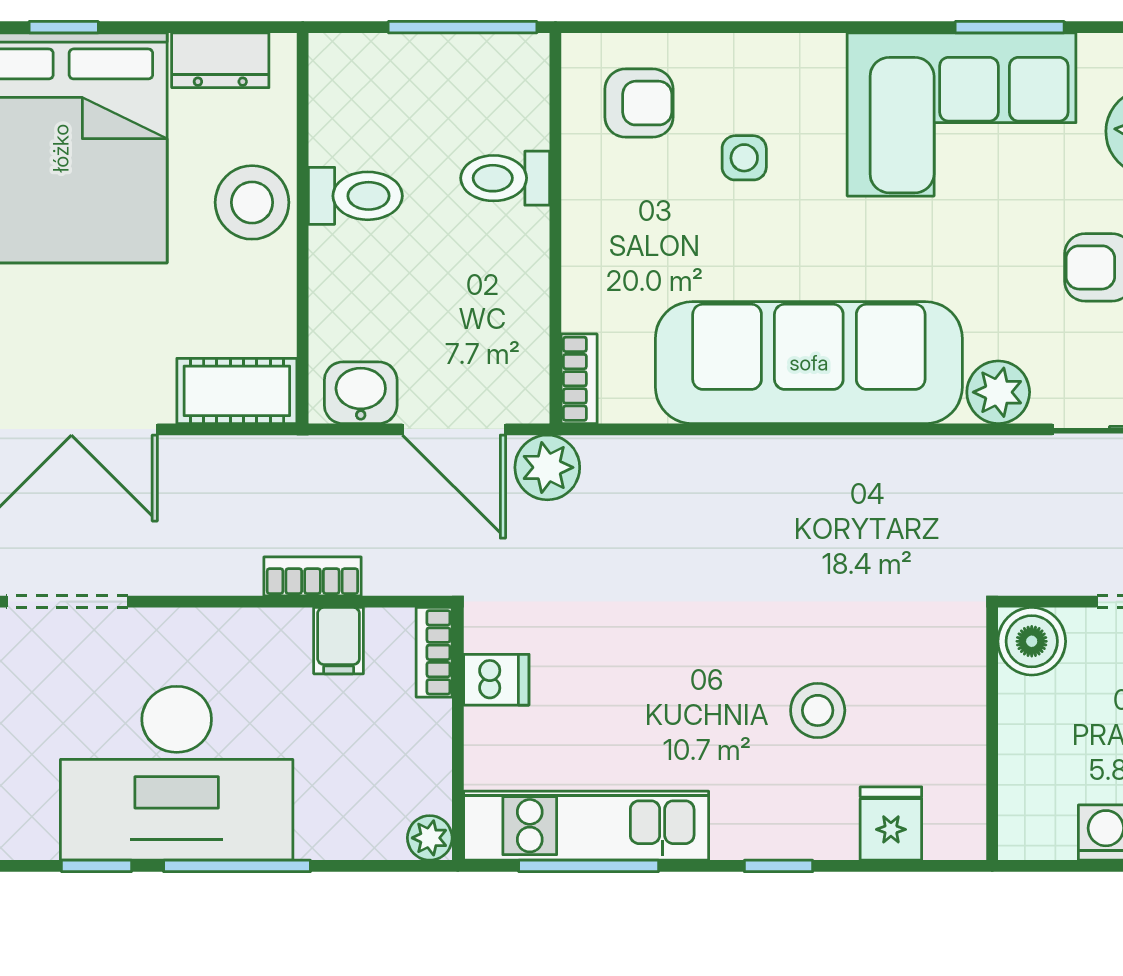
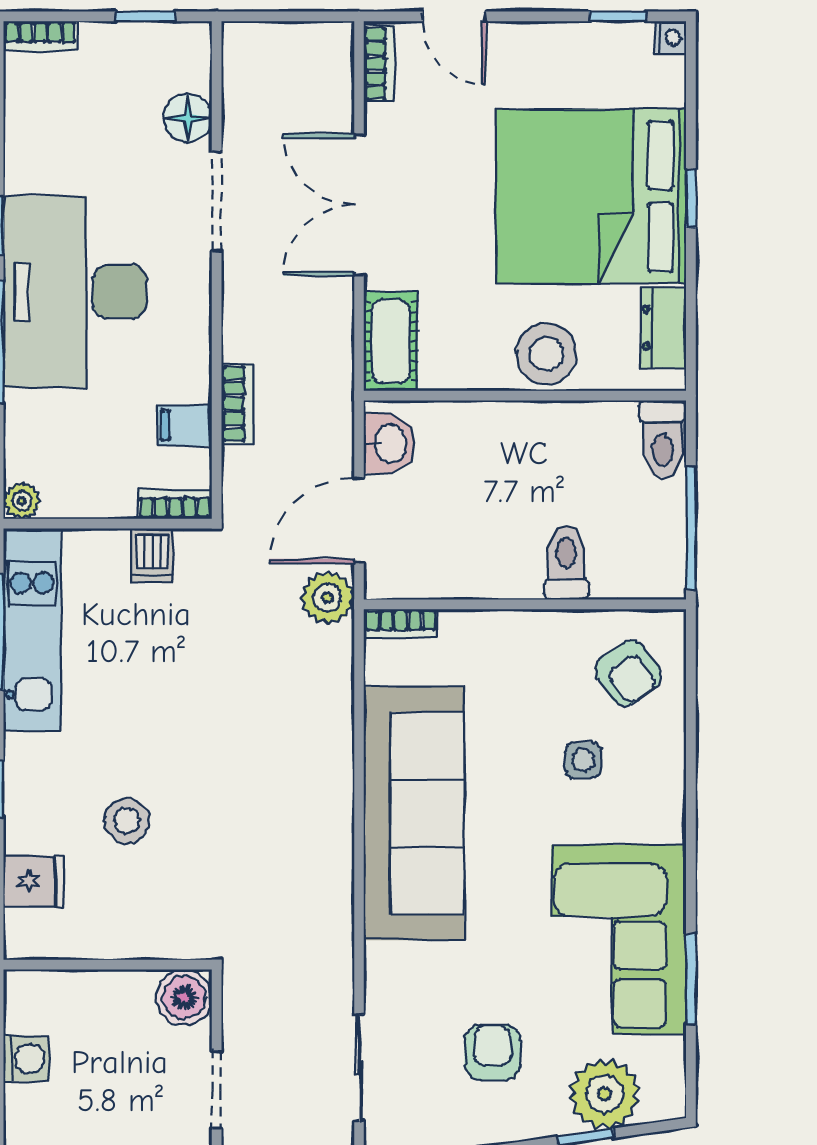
armchair: (639, 103) -> (628, 673), turned -35
toilet: (355, 196) -> (663, 439), moved
plant: (998, 392) -> (390, 970), removed

